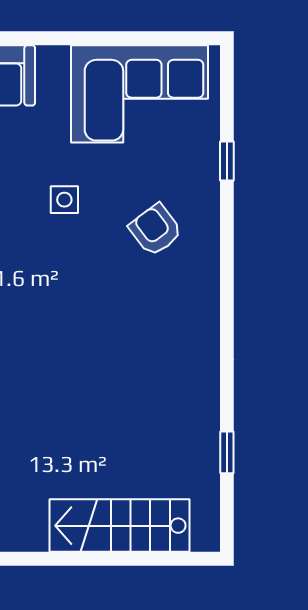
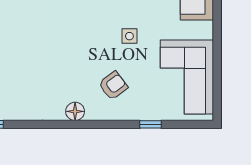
floor lamp: (203, 300) -> (75, 111), added

